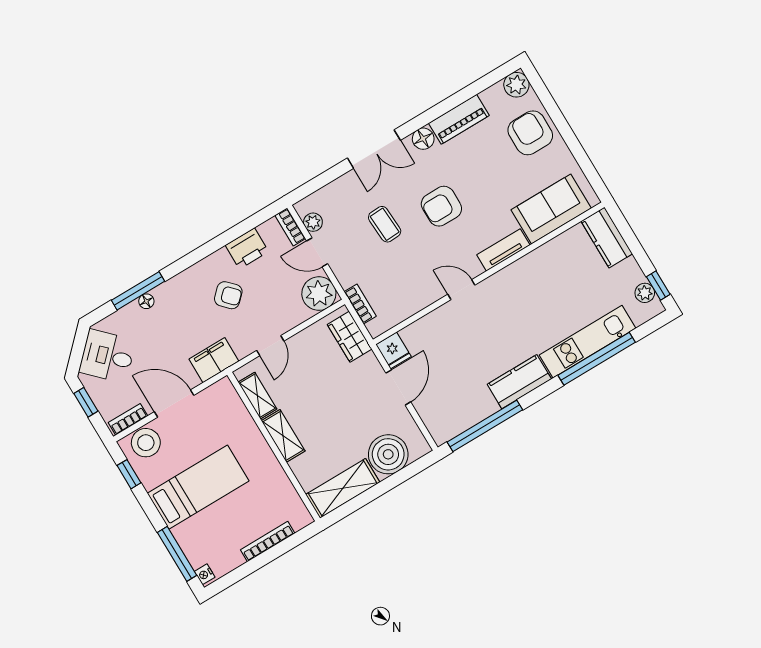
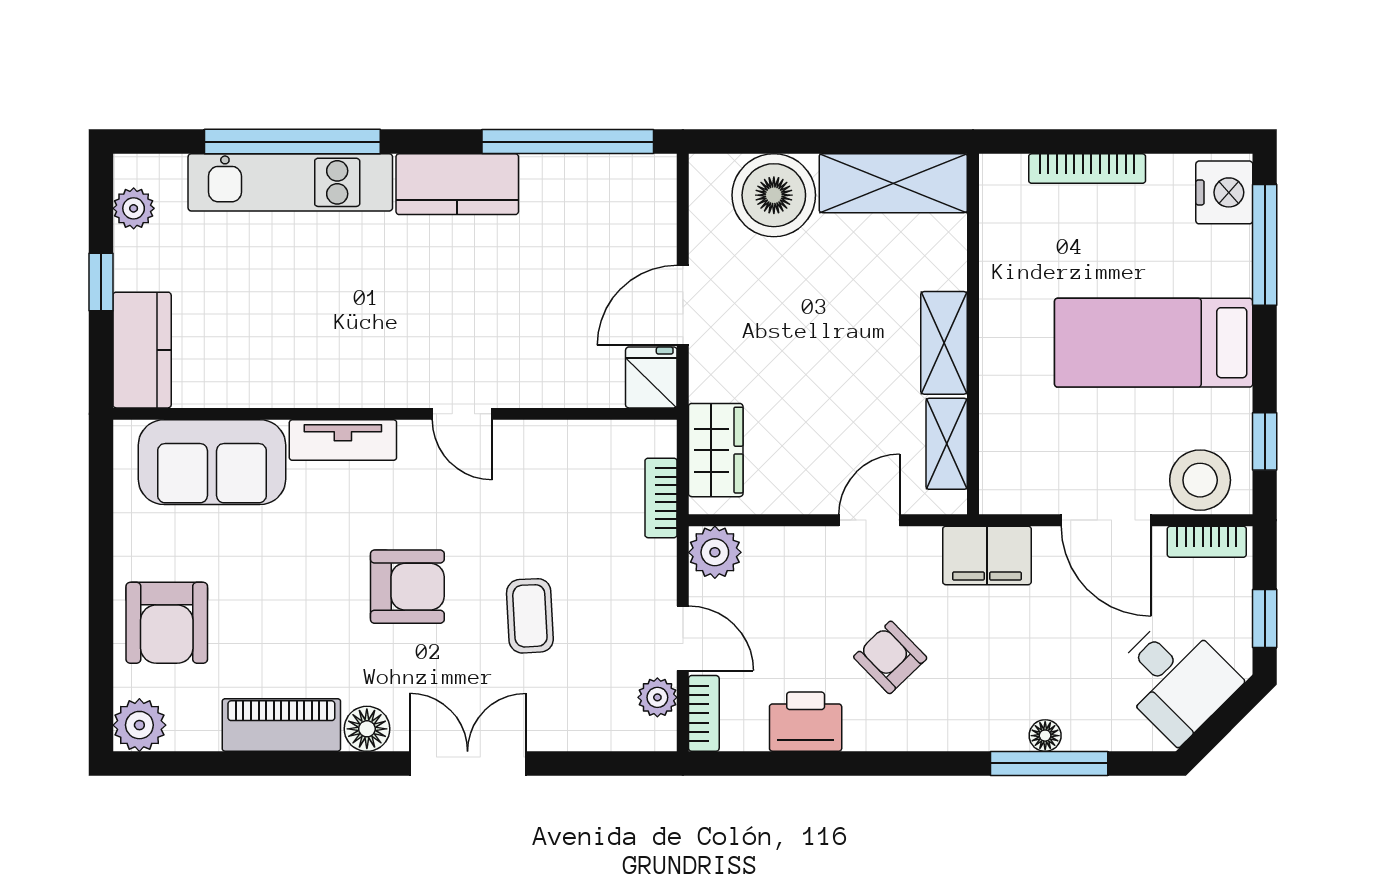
window: (658, 285) -> (101, 282), moved
plant: (319, 294) -> (715, 552), width x0.73, depth x0.73
nightstand: (205, 574) -> (1224, 192), width x1.89, depth x1.79

